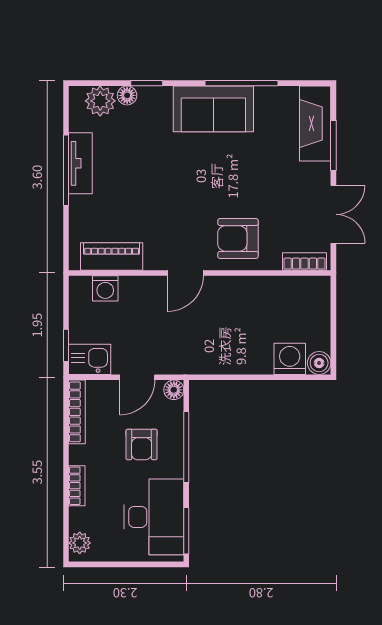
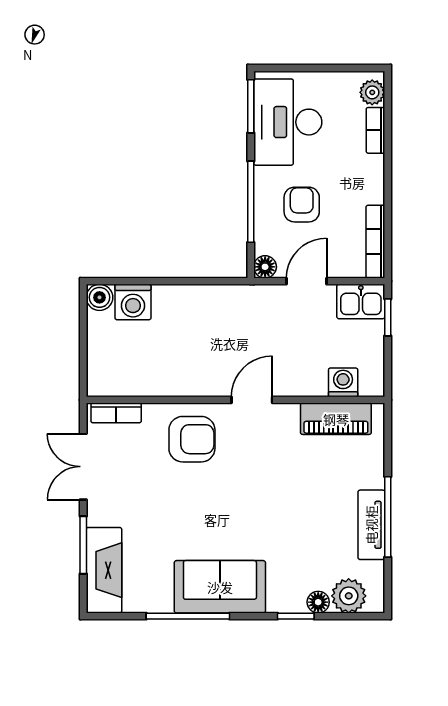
bookcase: (77, 486) -> (375, 130), moved

